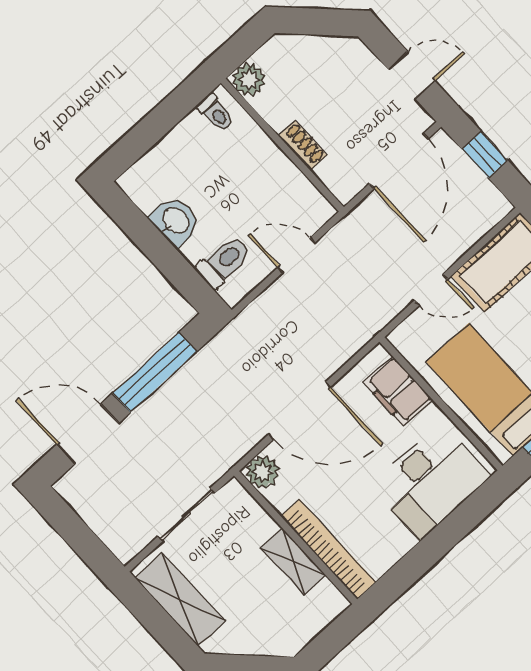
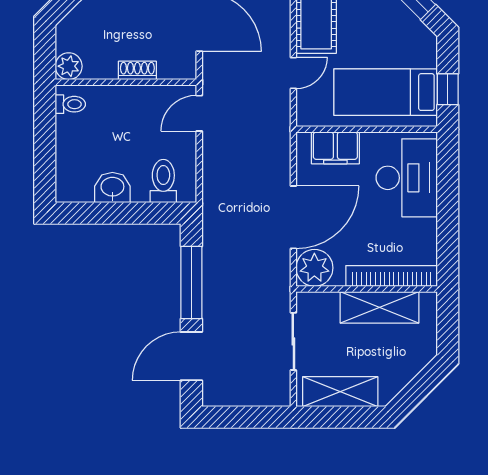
door: (296, 255) -> (199, 113), moved
plant: (263, 472) -> (314, 268), width x1.36, depth x1.36
shelving: (293, 561) -> (379, 307), width x1.50, depth x1.33

